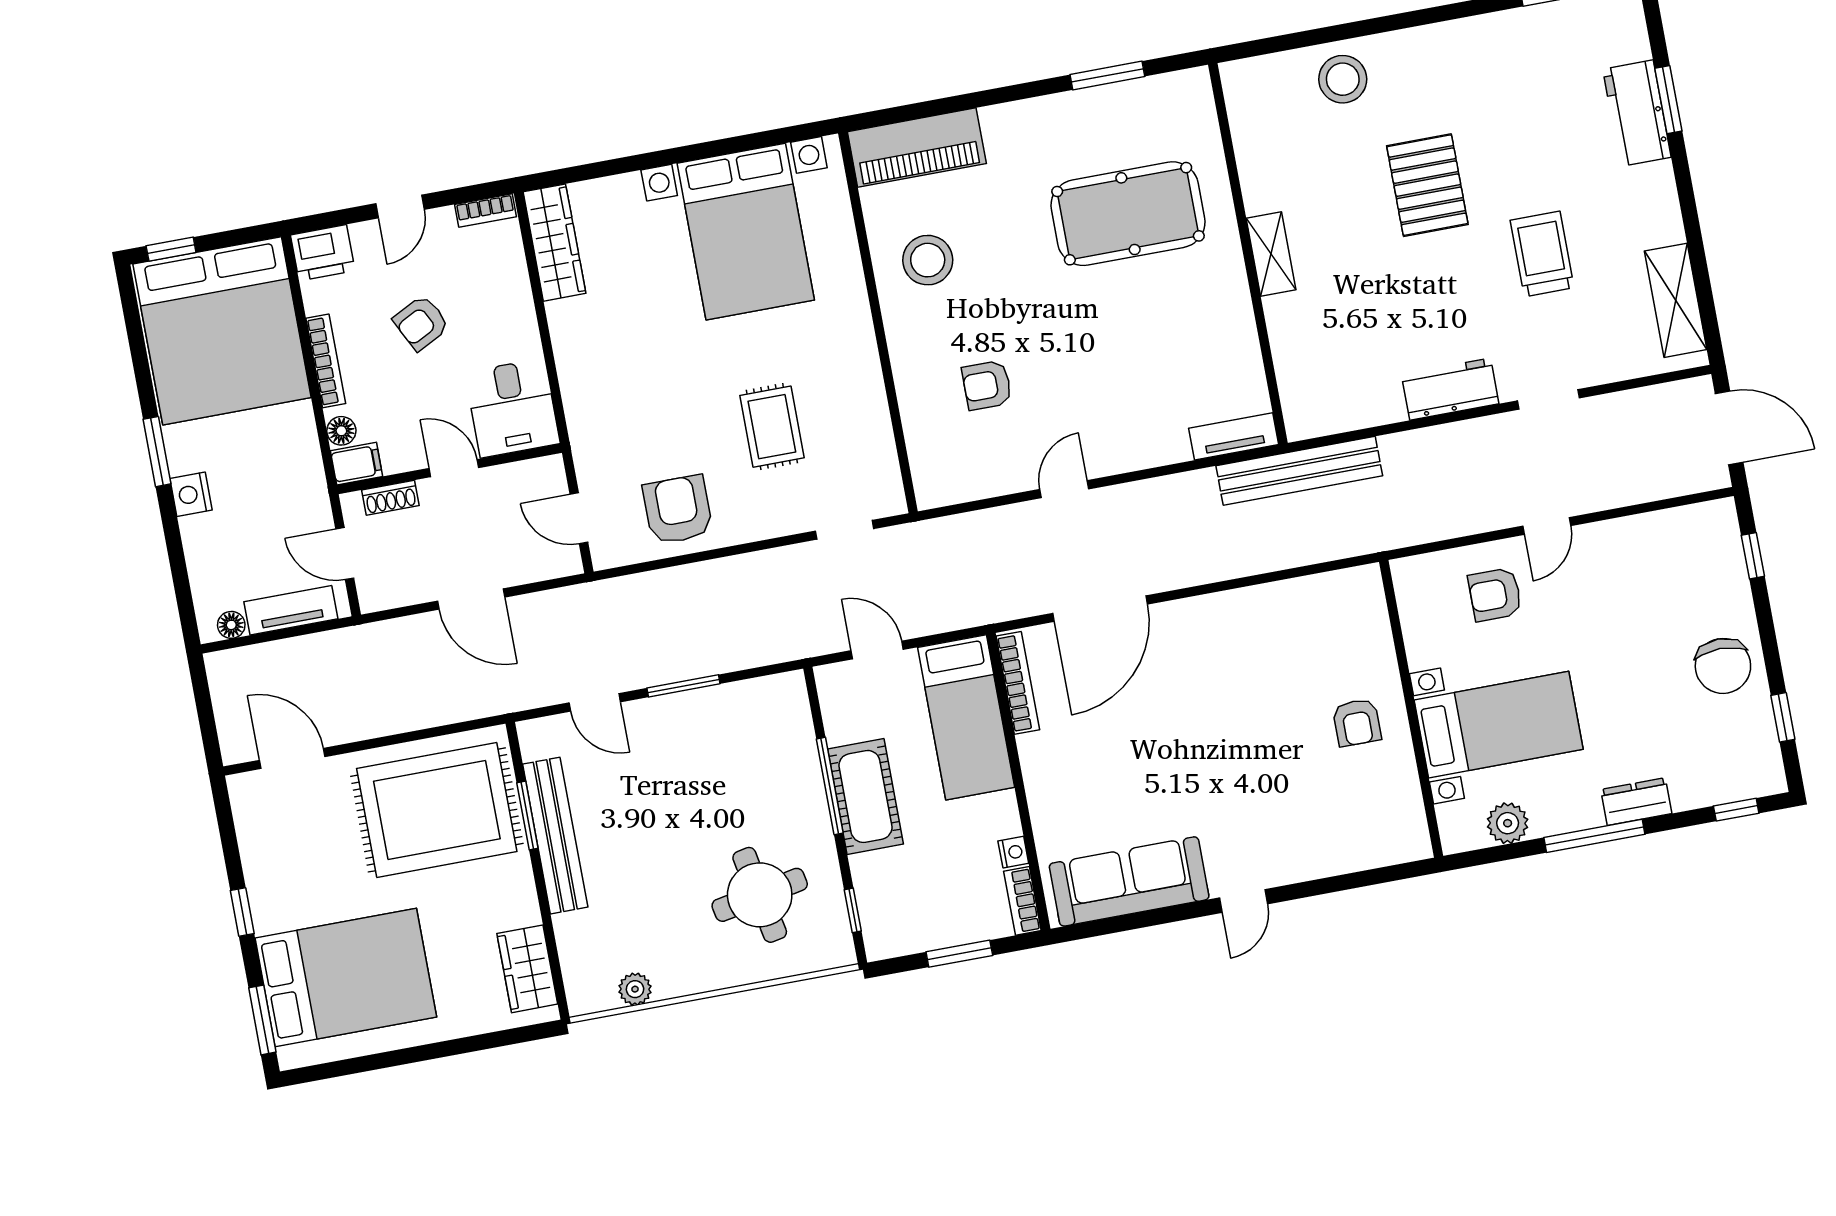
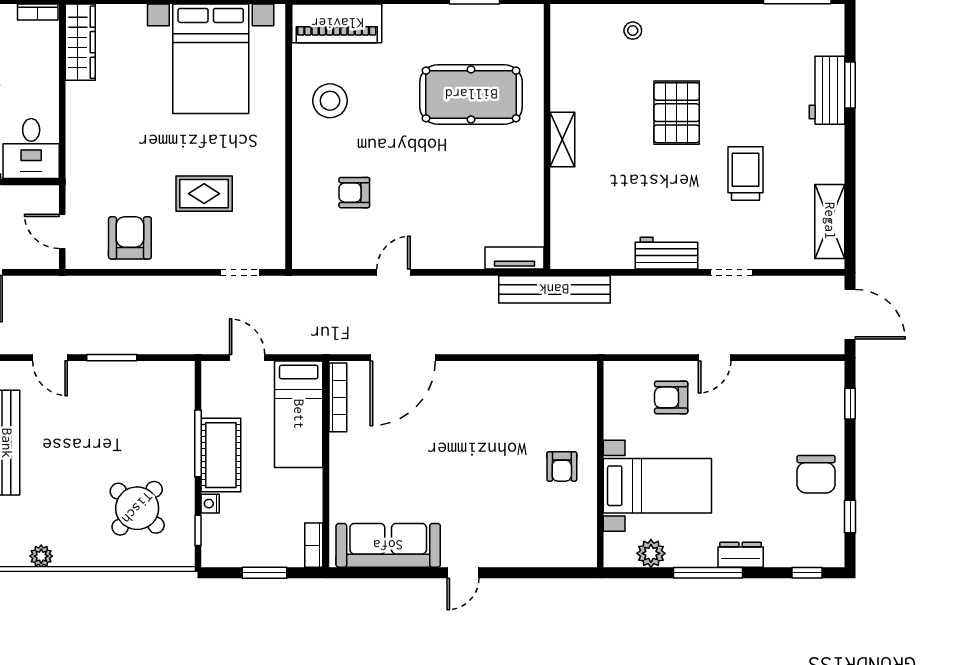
stool: (1343, 79) -> (633, 31), width x0.53, depth x0.53
rug: (772, 427) -> (204, 194), turned 90
nightstand: (1013, 852) -> (210, 504), moved, turned 180
round table: (760, 895) -> (137, 508), turned -37

